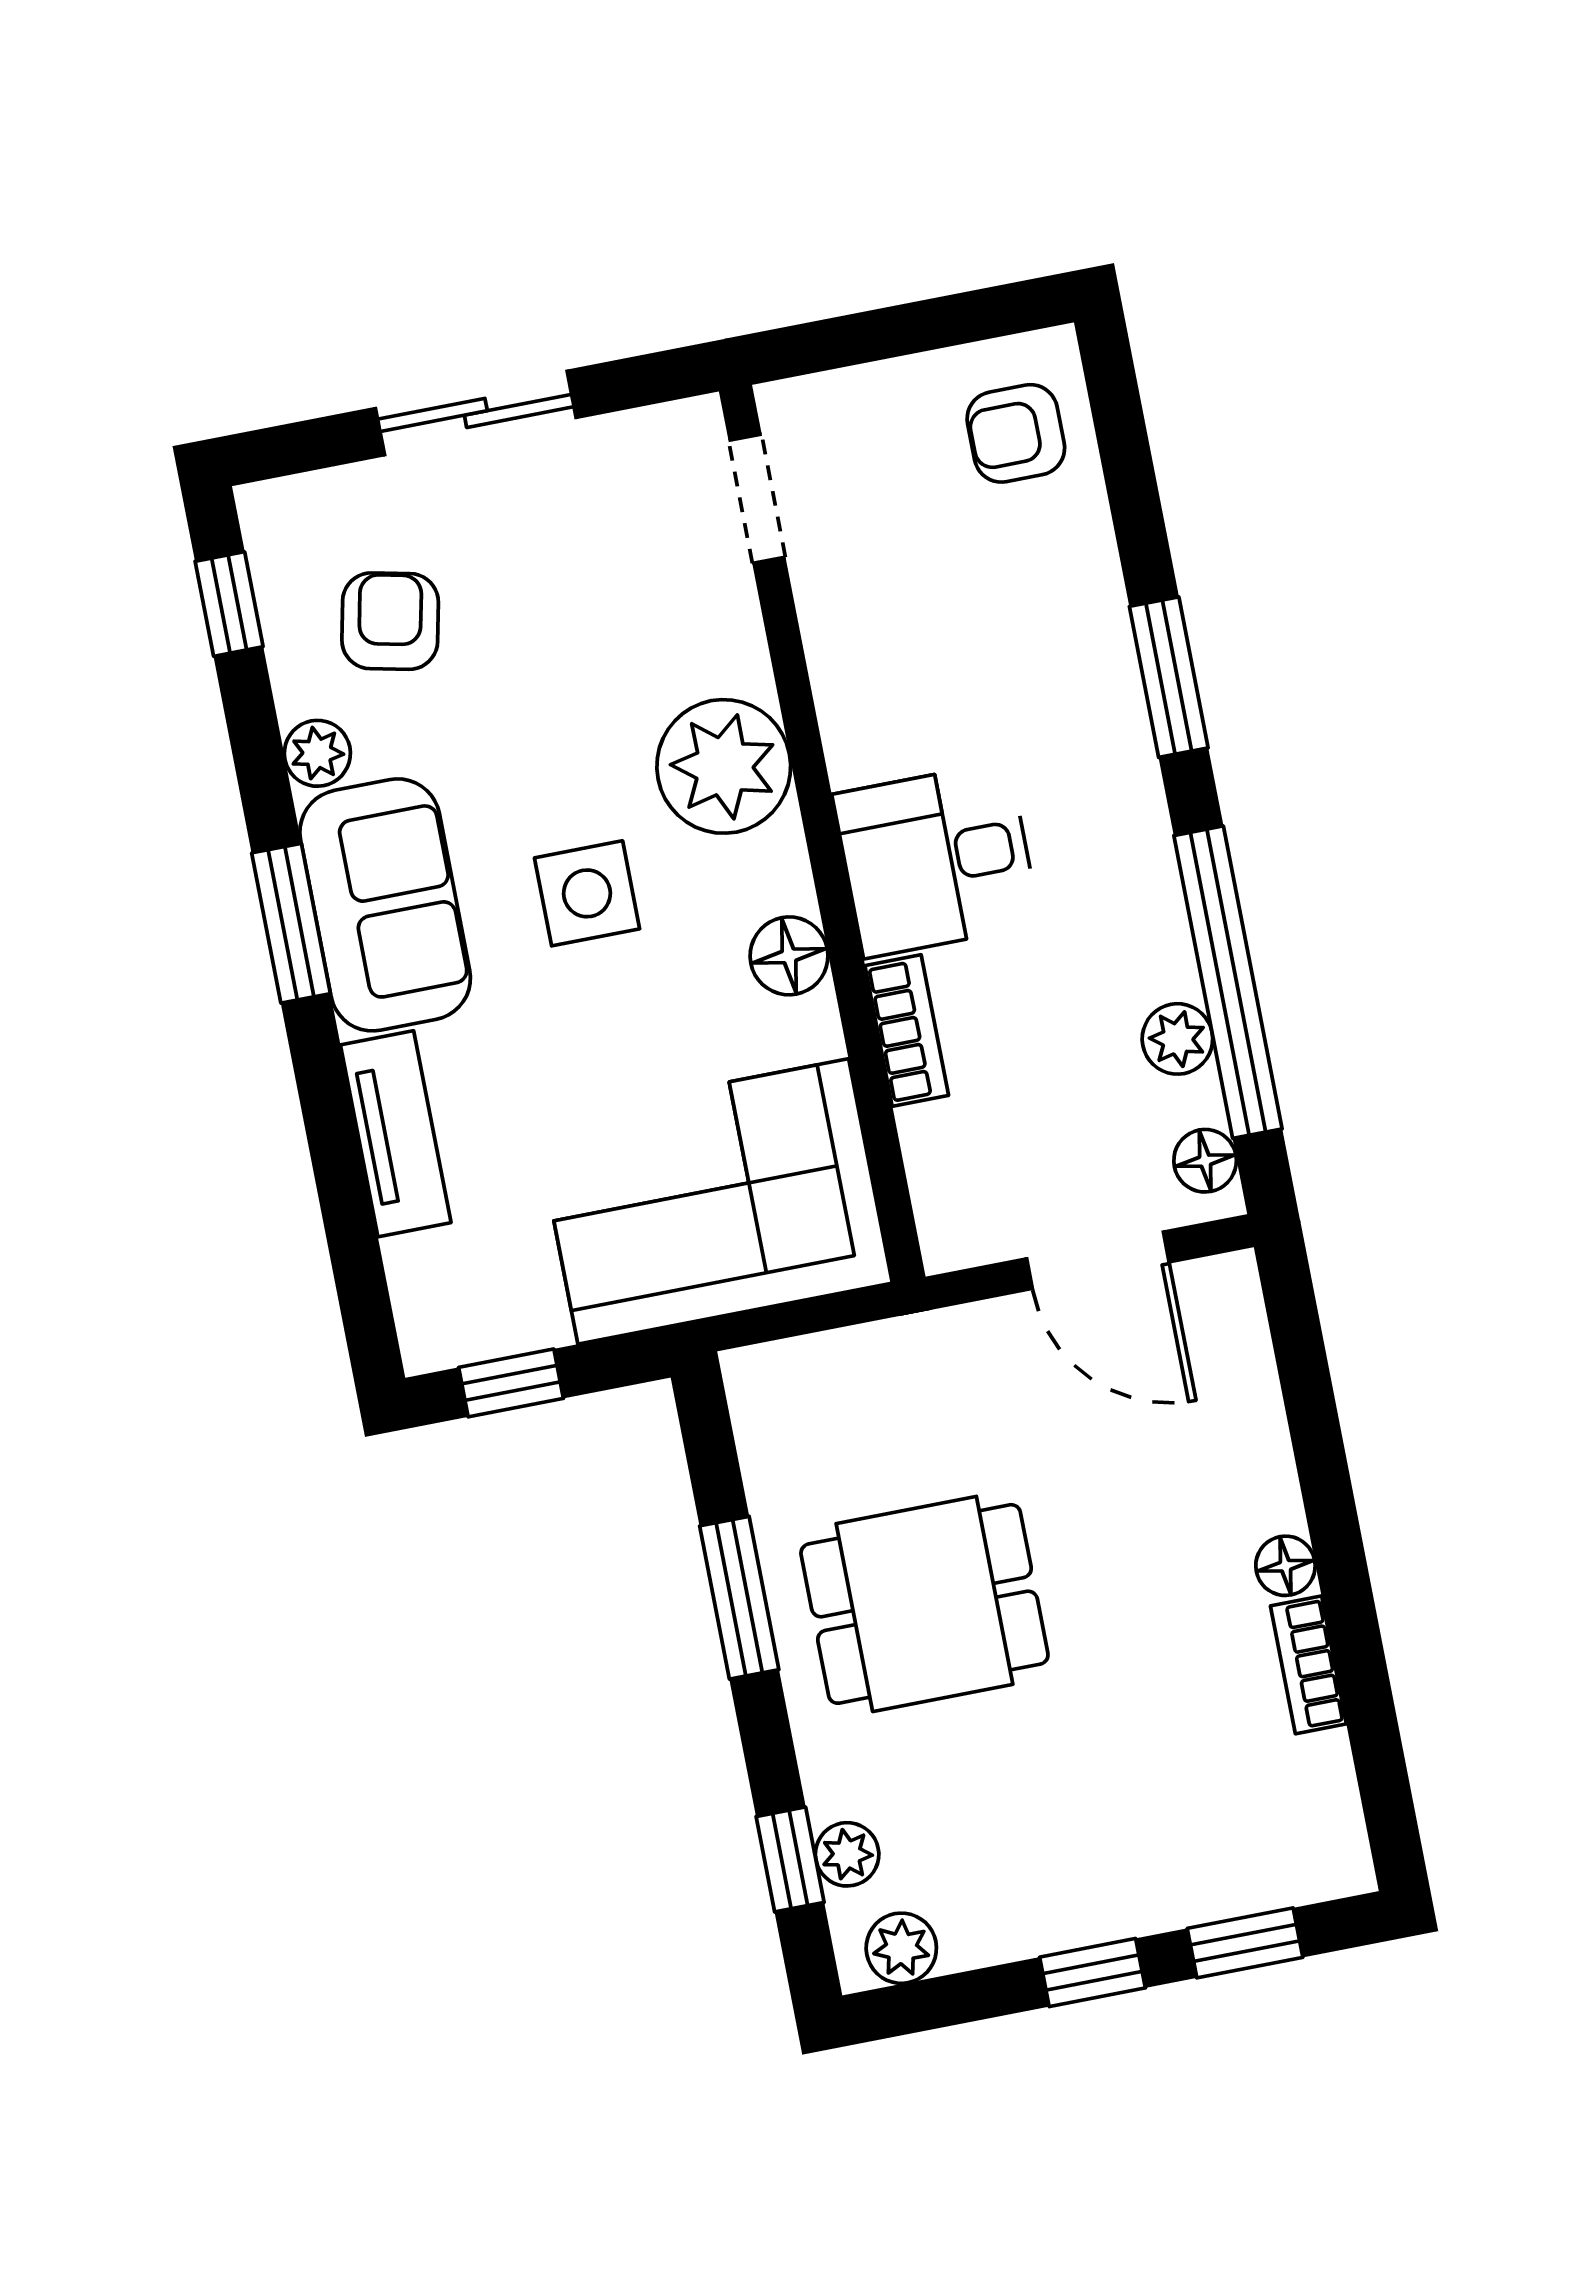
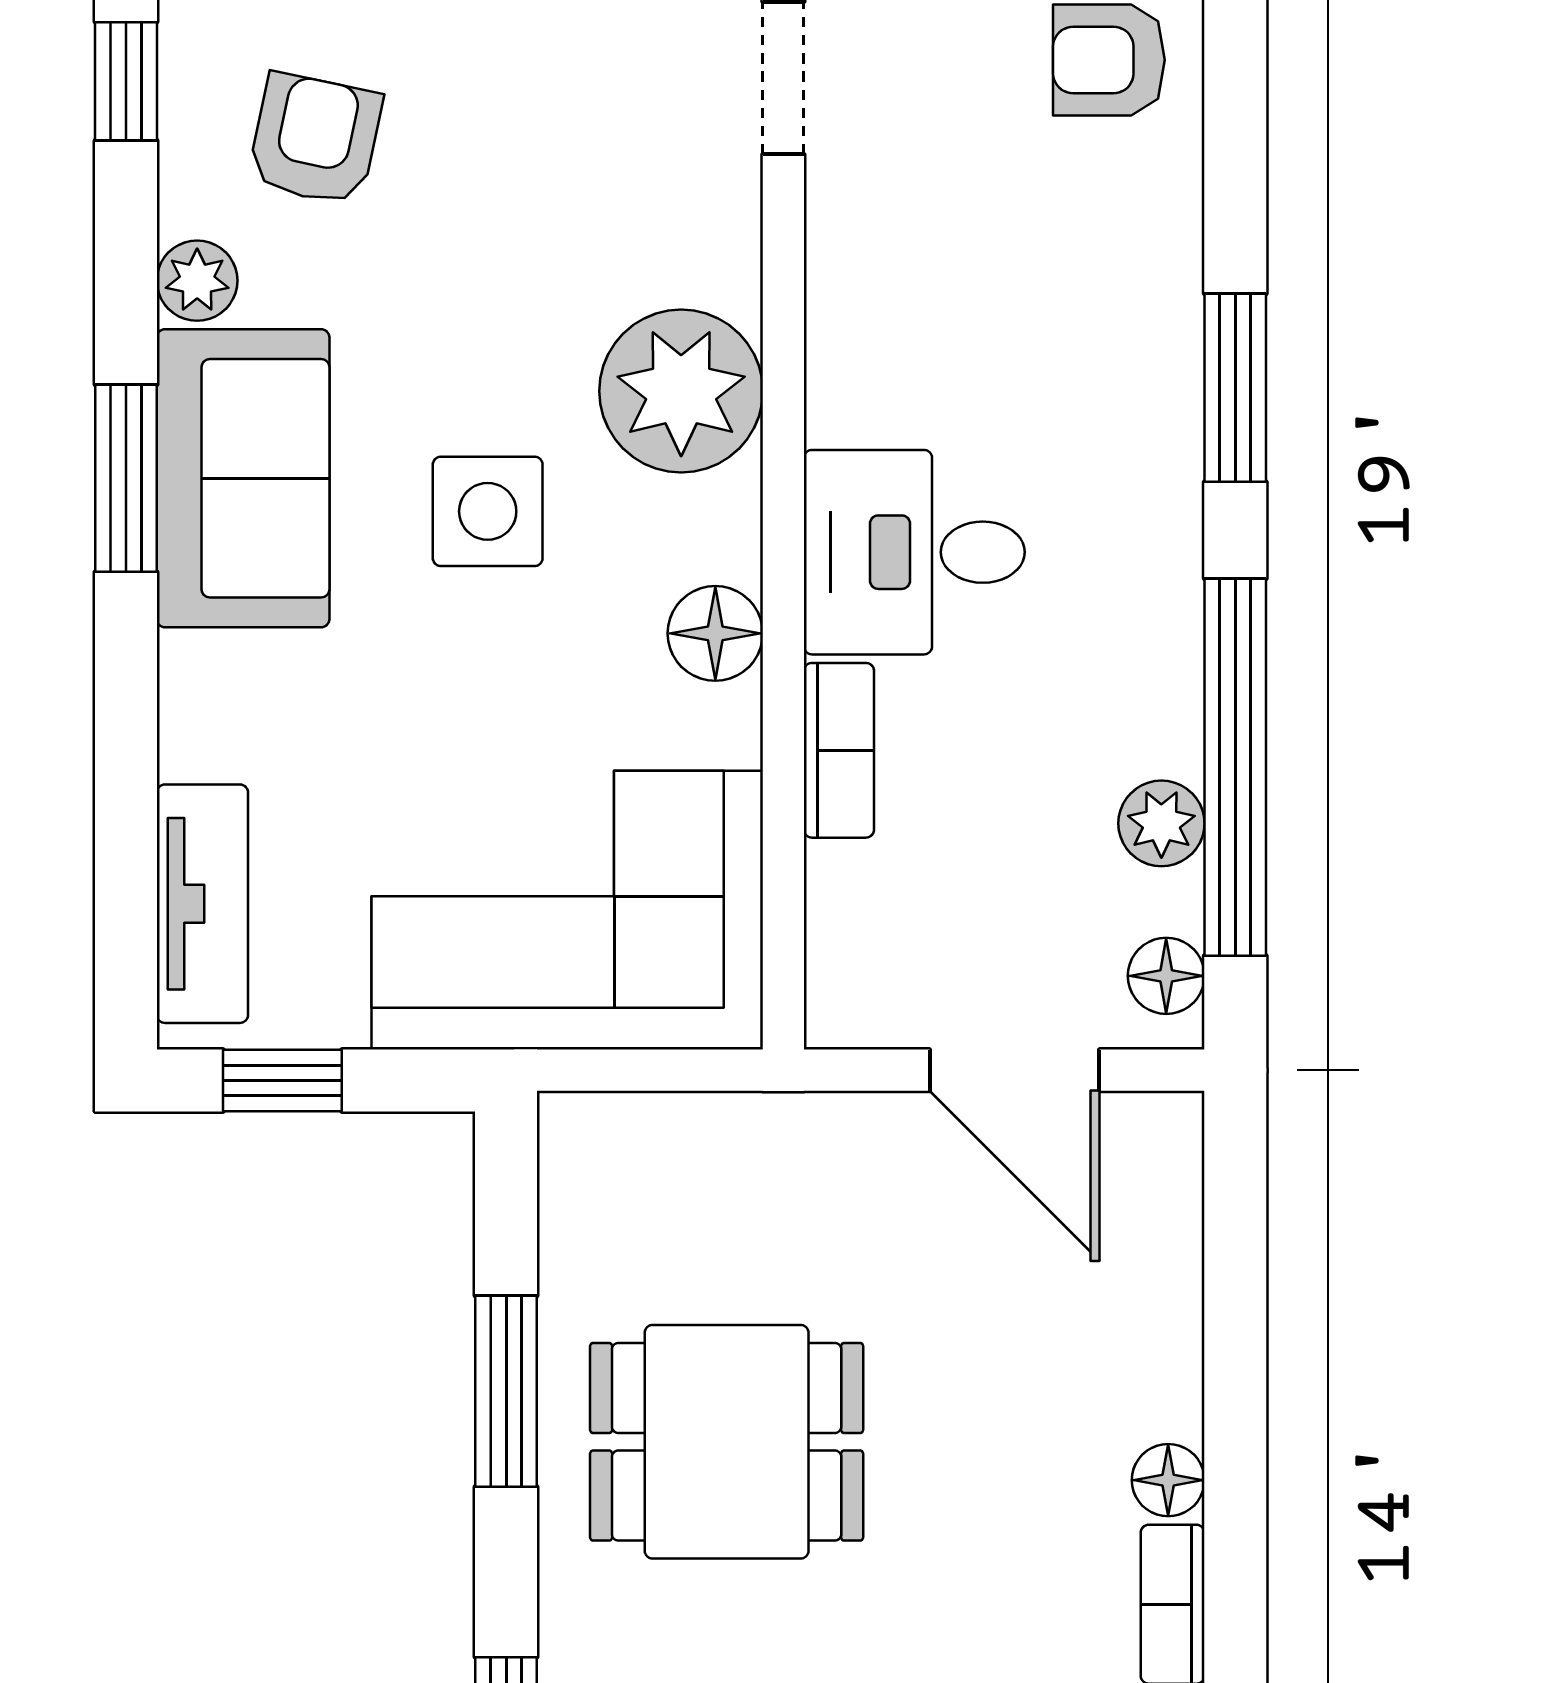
tv unit: (396, 1134) -> (202, 904), moved

